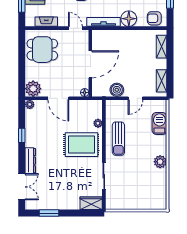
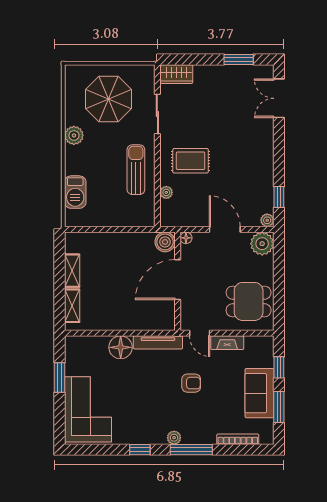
armchair: (154, 18) -> (83, 348), removed
fireplace: (46, 22) -> (227, 343), moved
shelving: (162, 81) -> (72, 271), moved
boiler: (117, 90) -> (165, 242), moved
door: (135, 98) -> (111, 229), removed
window: (22, 135) -> (279, 197), moved
rug: (81, 145) -> (191, 161), width x0.73, depth x0.70
dresser: (30, 161) -> (266, 137), removed
parasol: (137, 186) -> (108, 99), added

